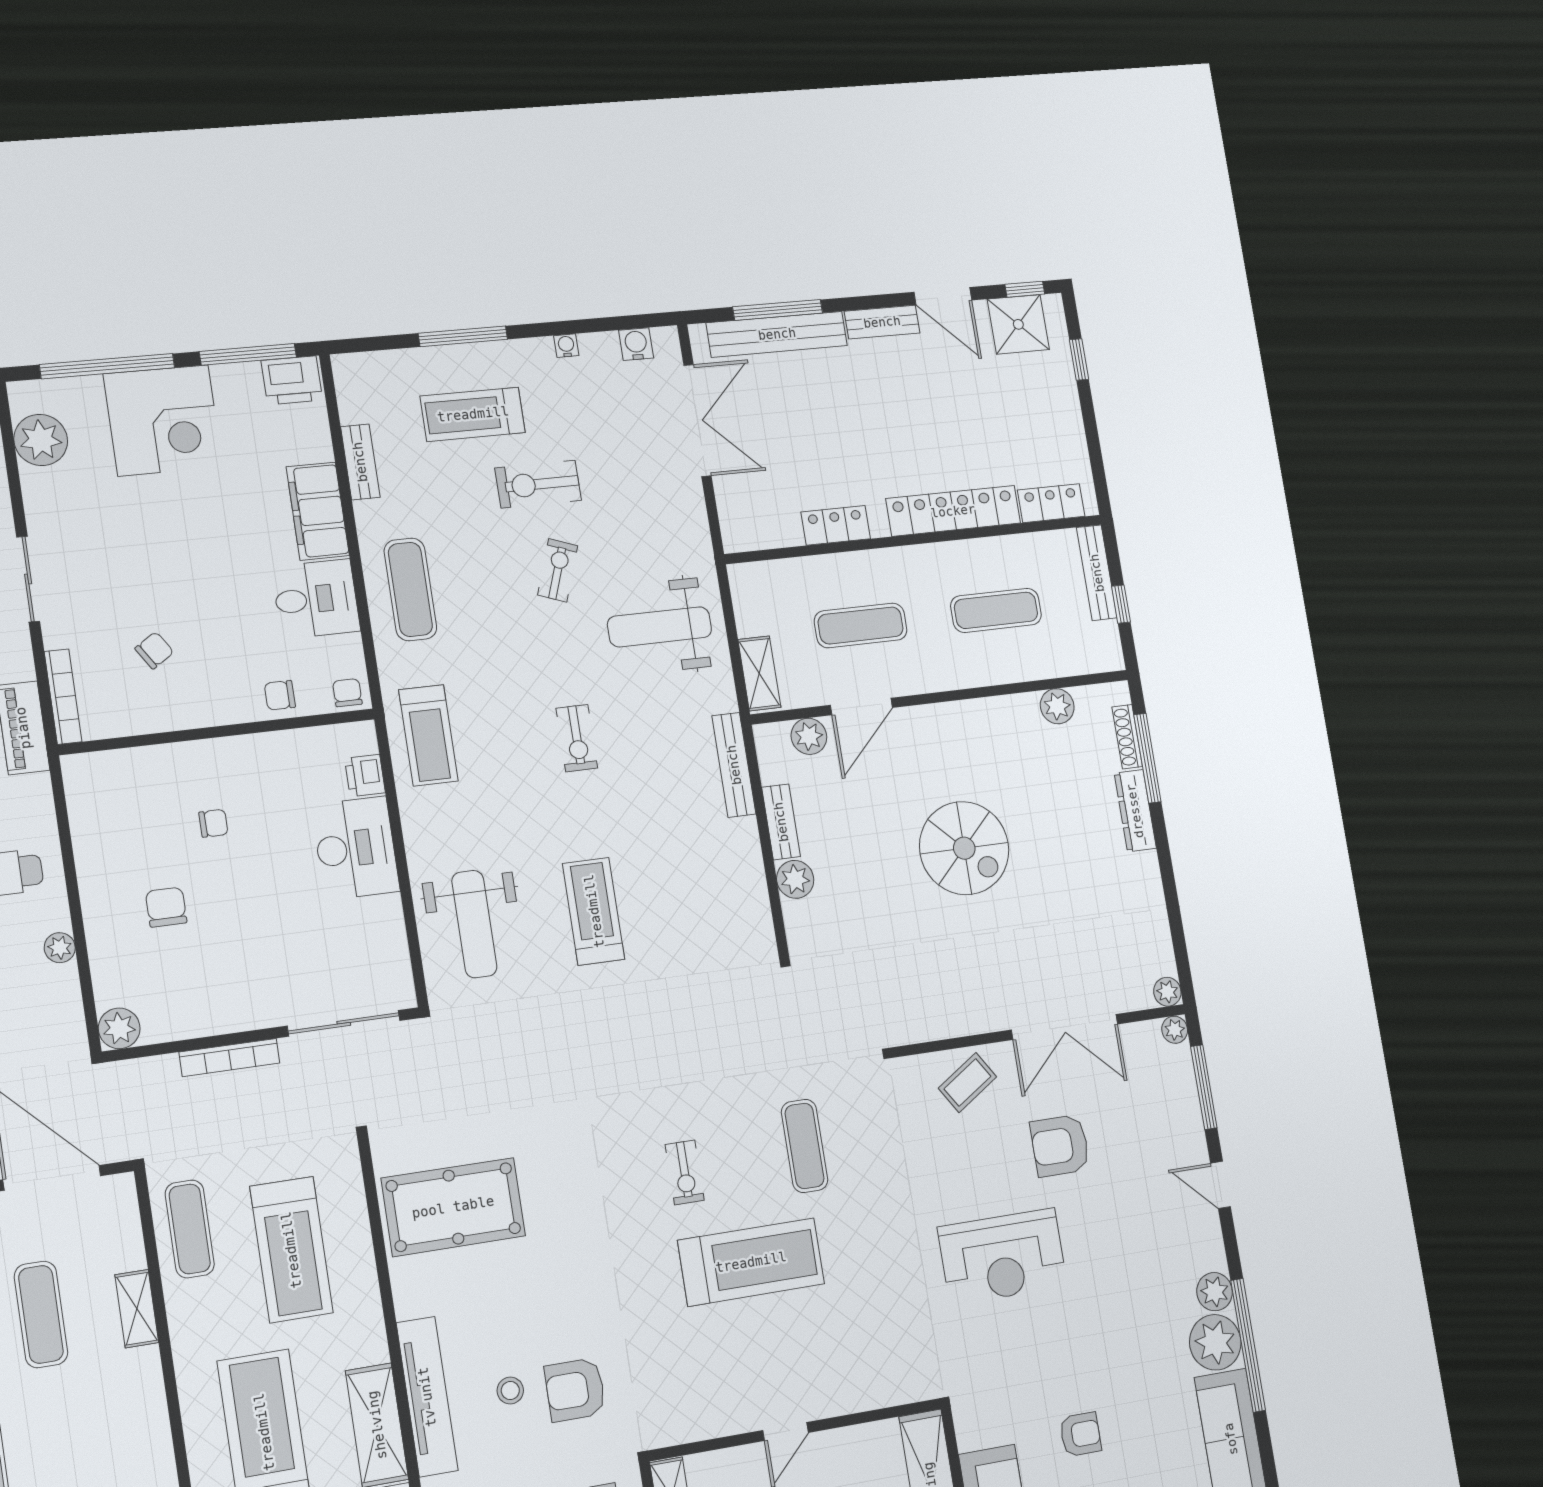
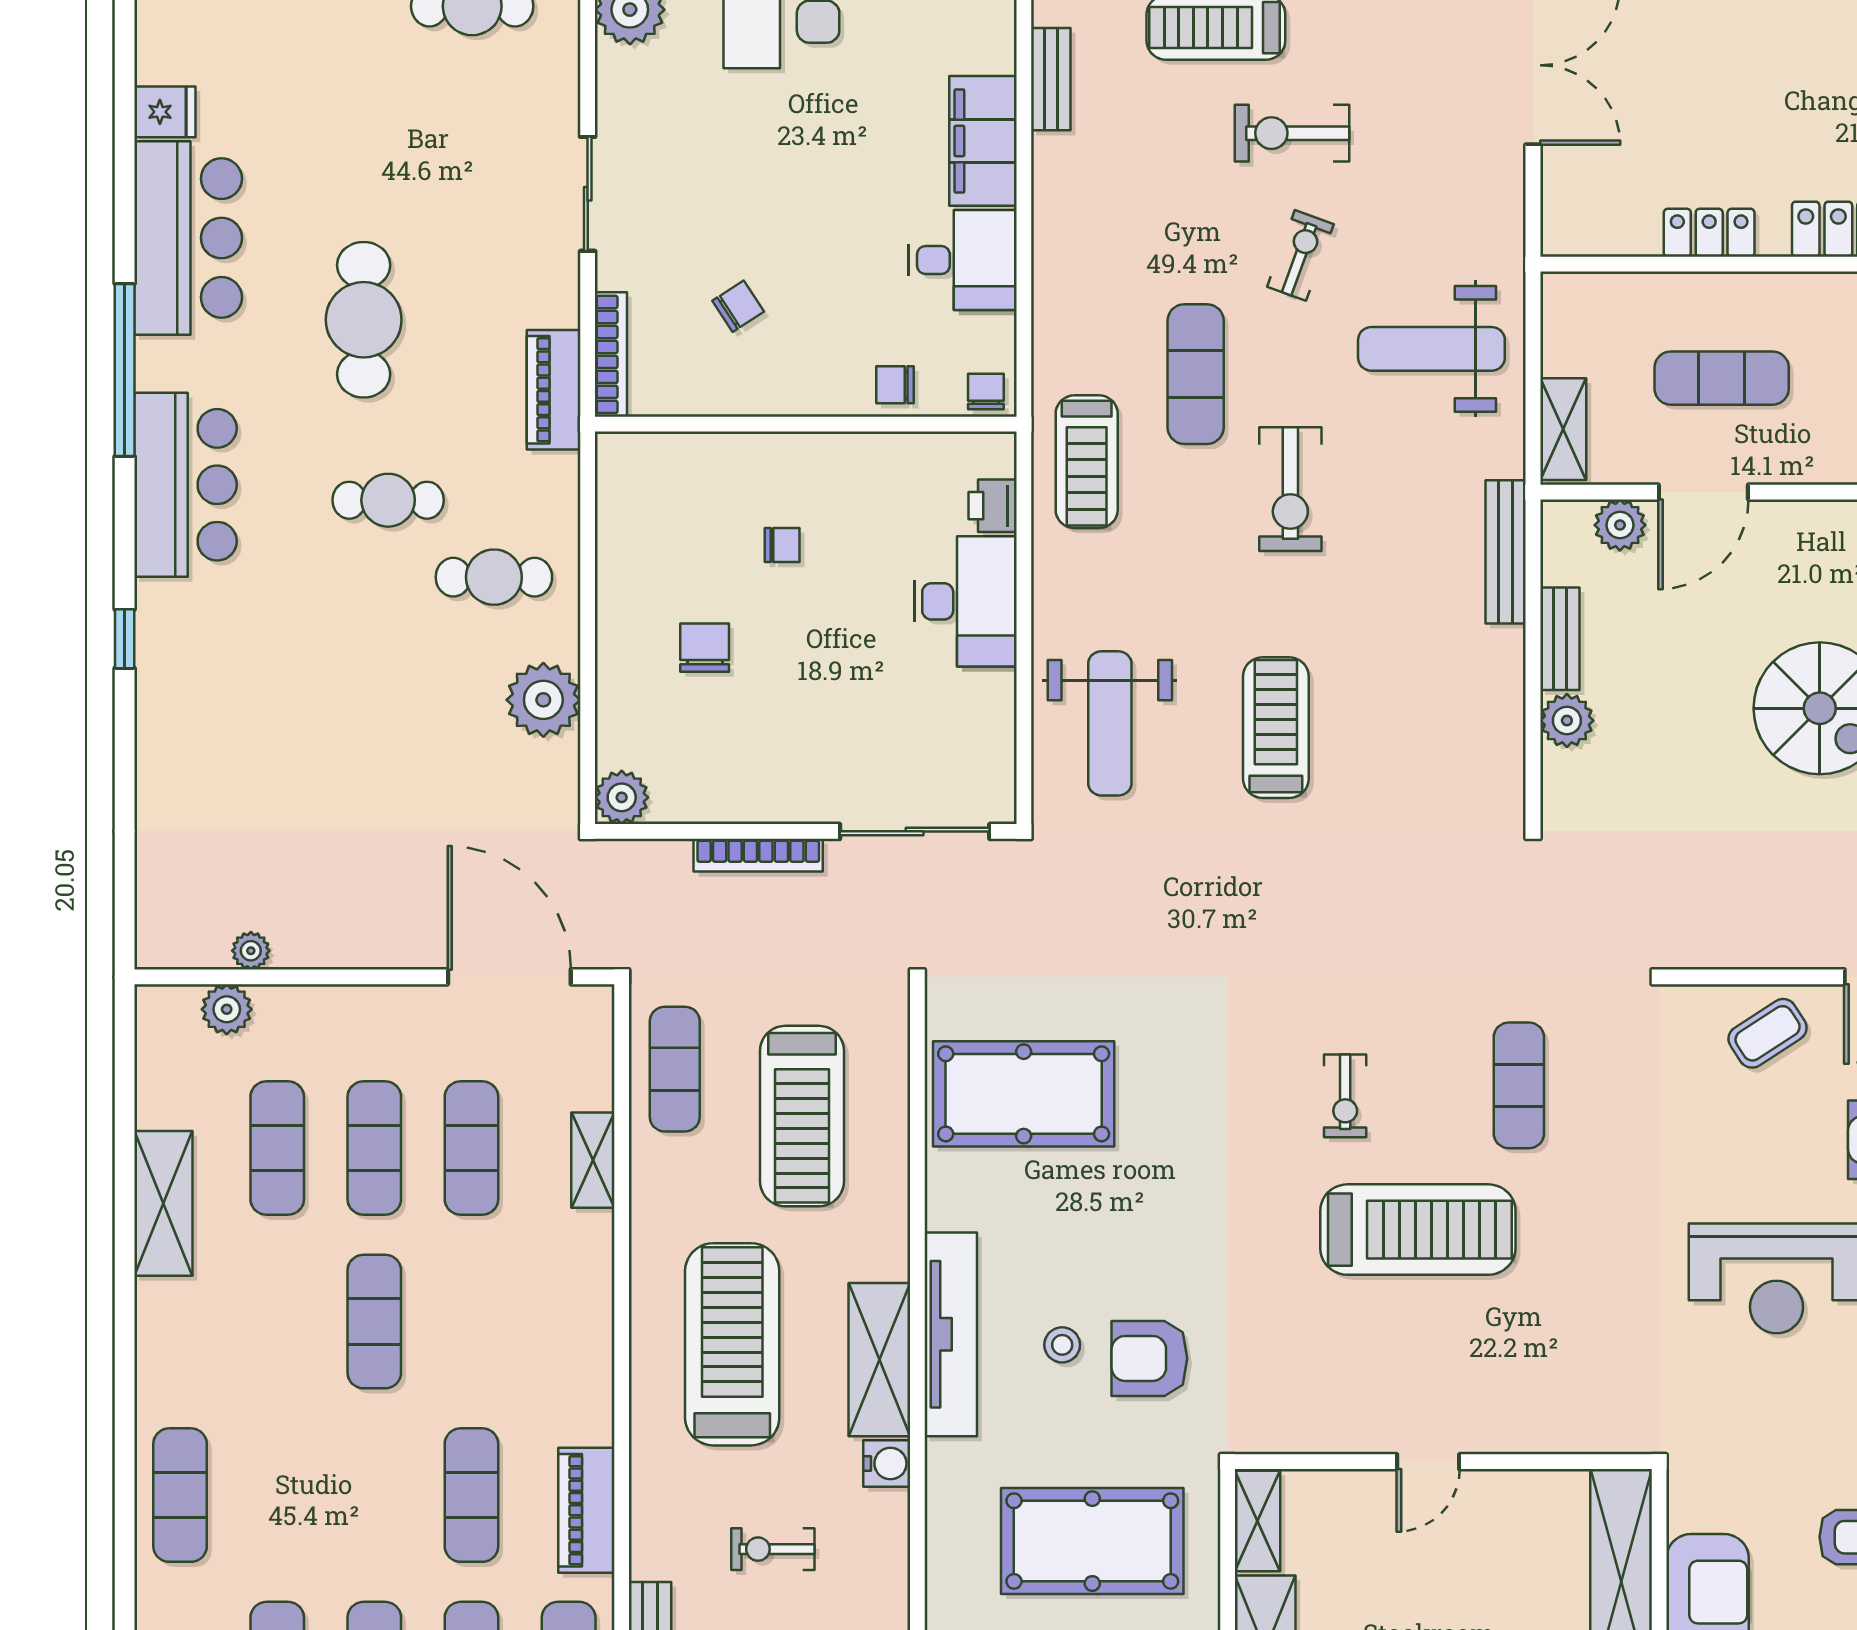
exercise mat: (410, 589) -> (1196, 374), moved
exercise bike: (577, 738) -> (1290, 489), width x1.38, depth x1.39
plant: (60, 948) -> (543, 700), width x1.88, depth x1.88

